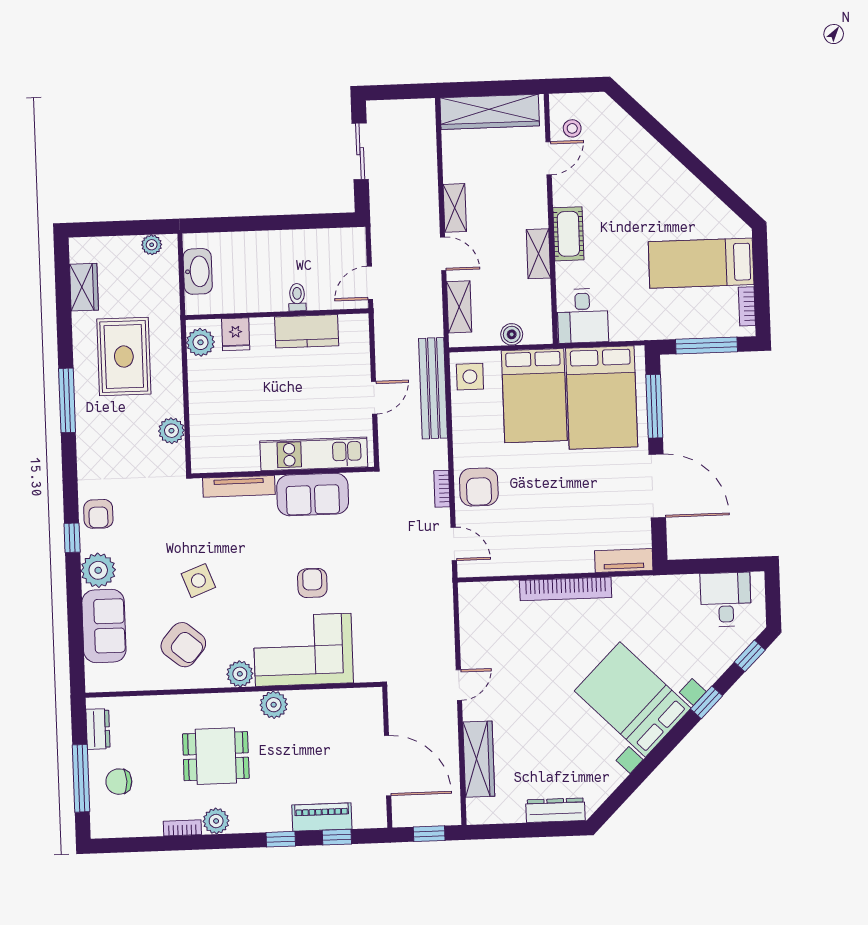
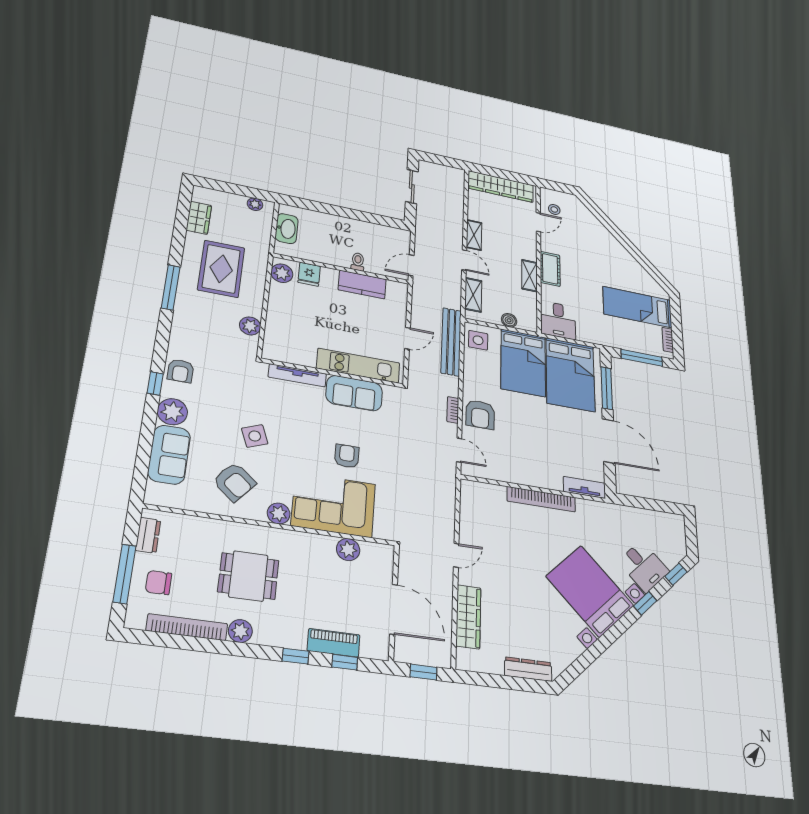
desk: (726, 599) -> (644, 566), moved, turned 135
plant: (274, 705) -> (348, 550), moved
bookcase: (182, 828) -> (187, 627), width x2.31, depth x1.31

